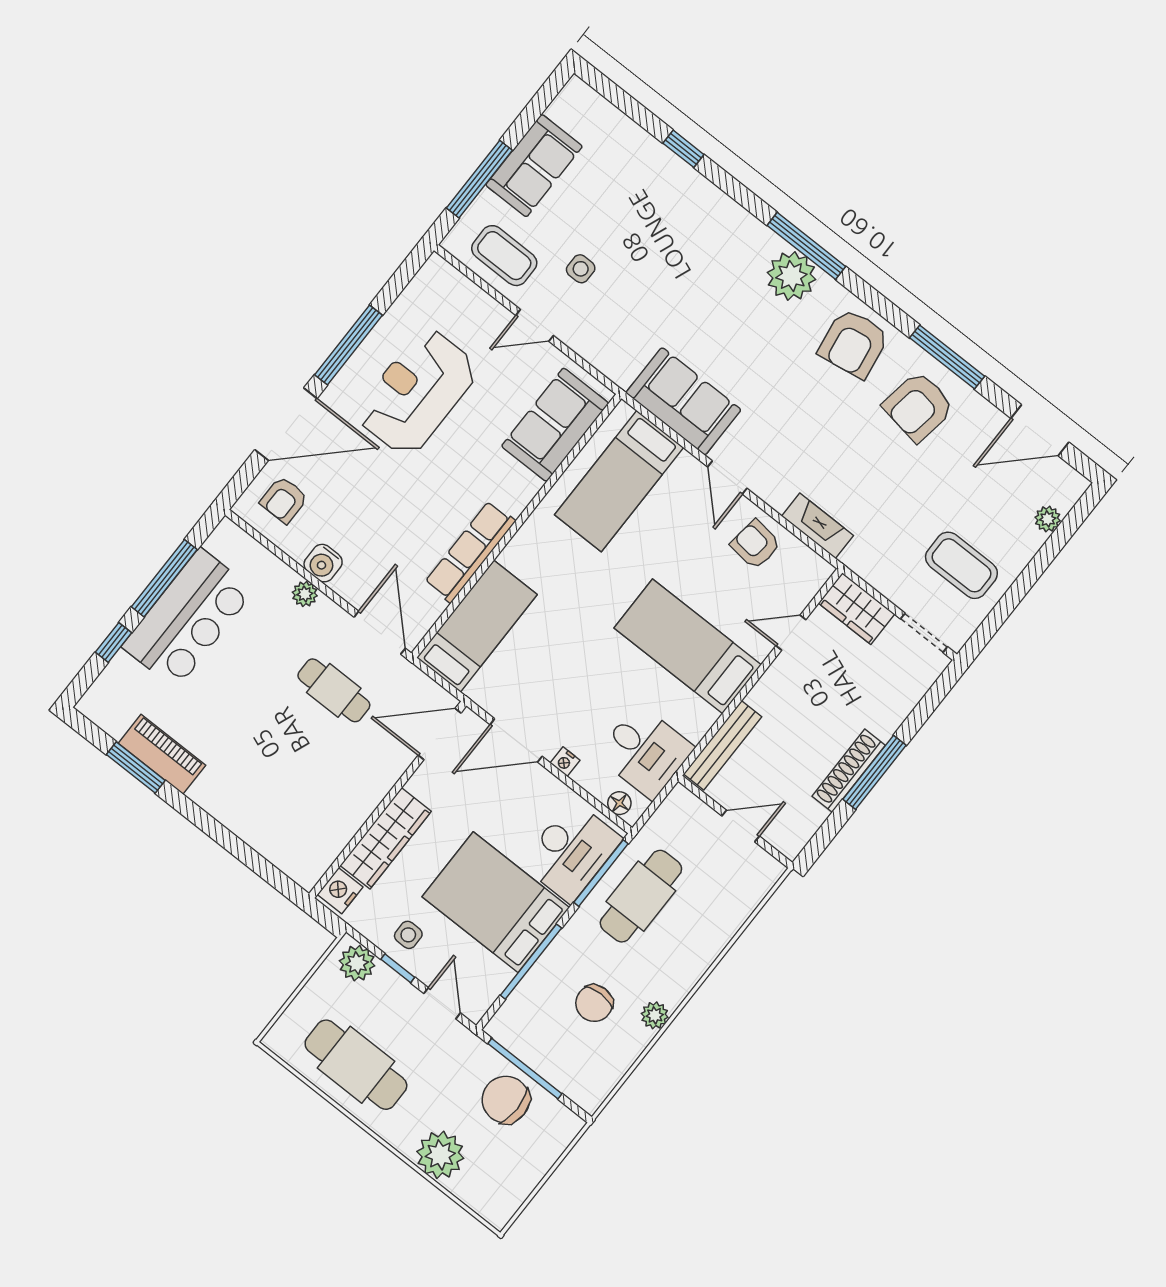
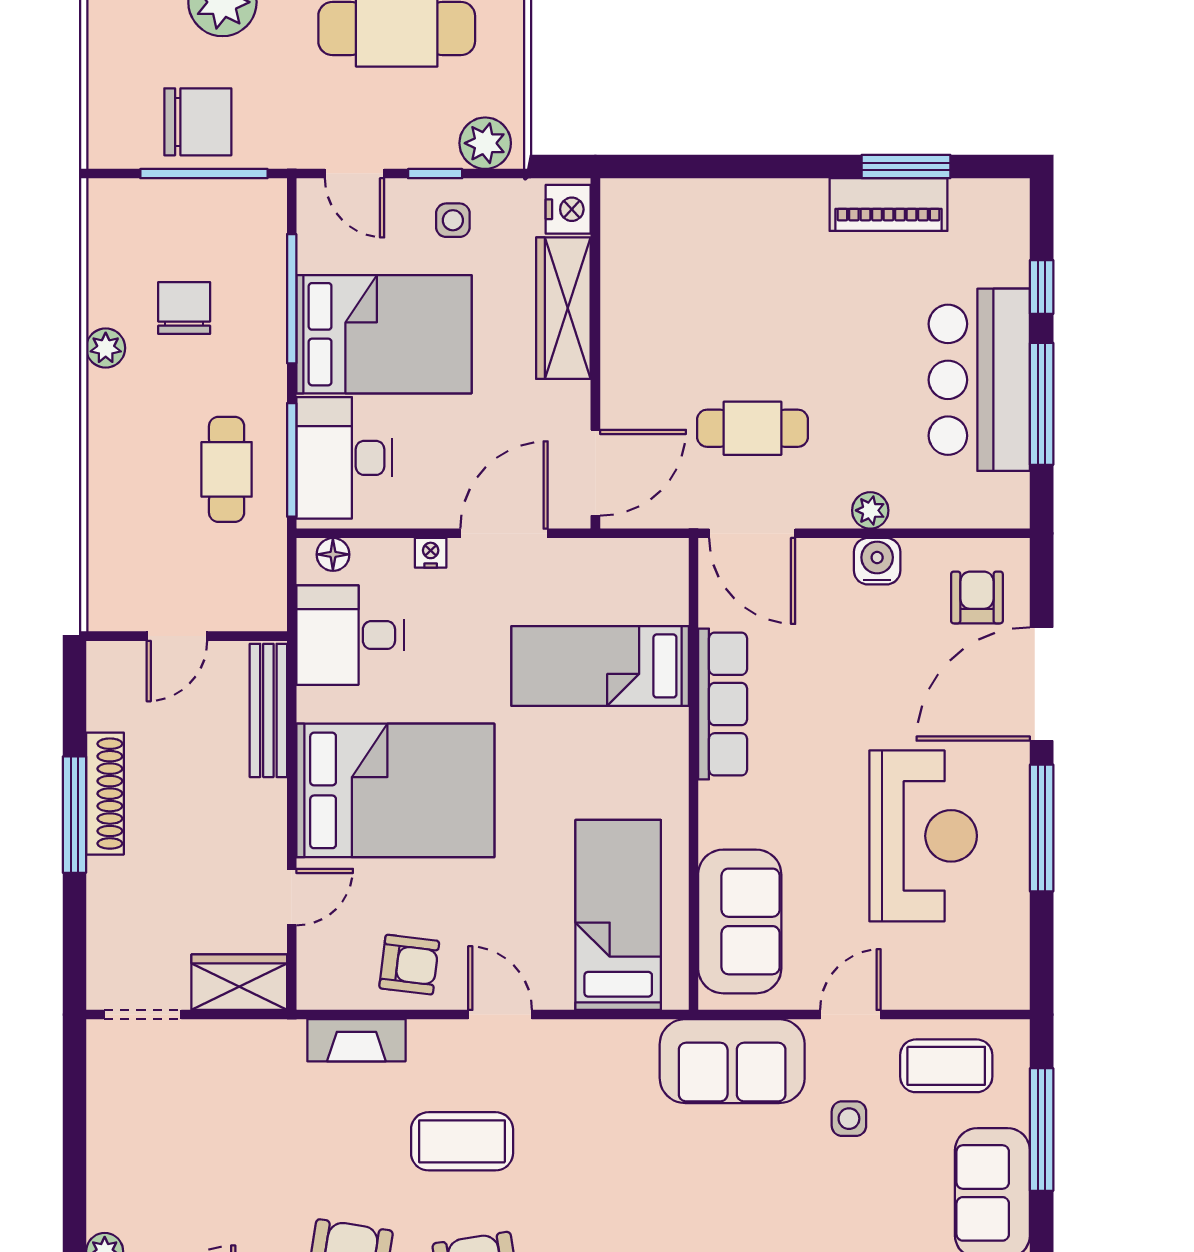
sofa: (683, 401) -> (732, 1061), moved
coffee table: (961, 565) -> (462, 1141), moved
bed: (477, 626) -> (600, 666), moved, turned 90
bed: (688, 646) -> (395, 790), width x1.50
cafe table: (641, 896) -> (227, 469), width x0.73, depth x0.74

